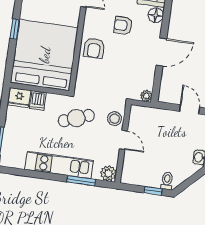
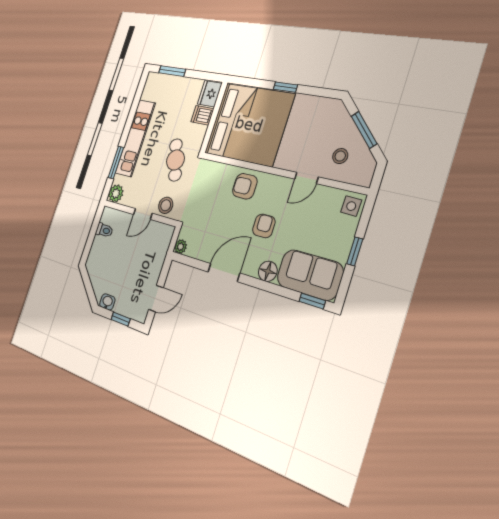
door: (161, 52) -> (224, 272), swing flipped
toilet: (167, 181) -> (104, 230), moved
window: (153, 191) -> (89, 243), removed

